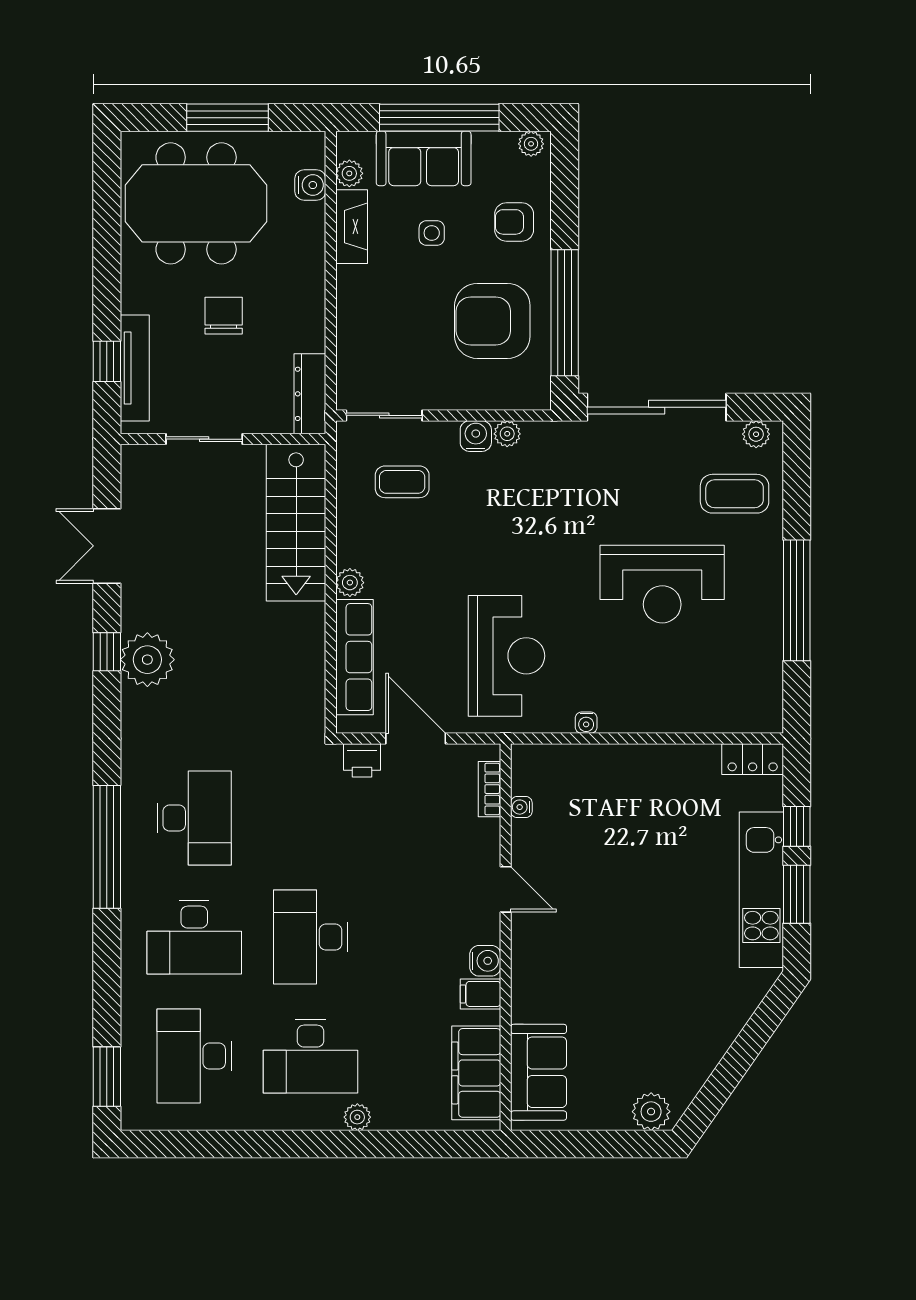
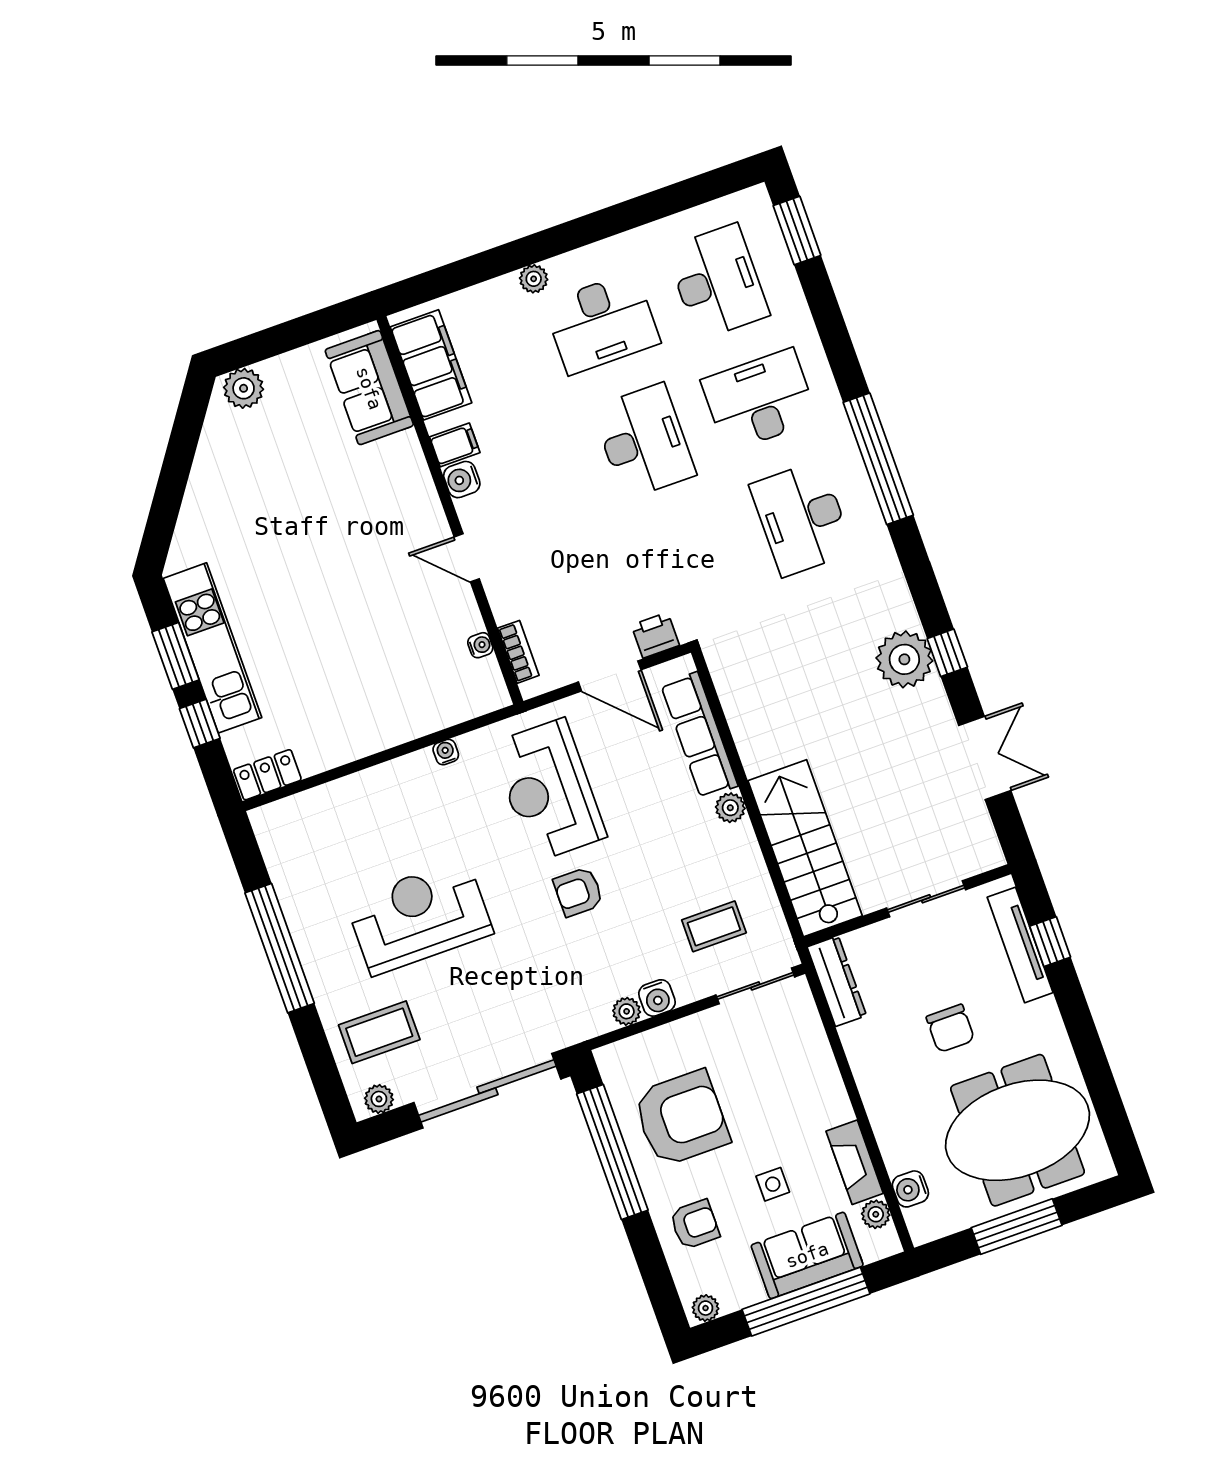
armchair: (512, 556) -> (578, 892), added
desk: (311, 1056) -> (602, 323), turned 180

